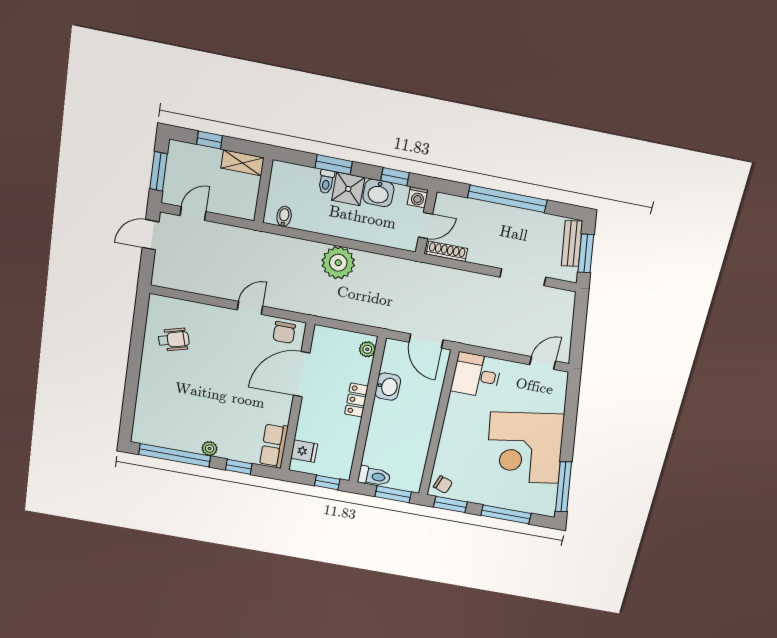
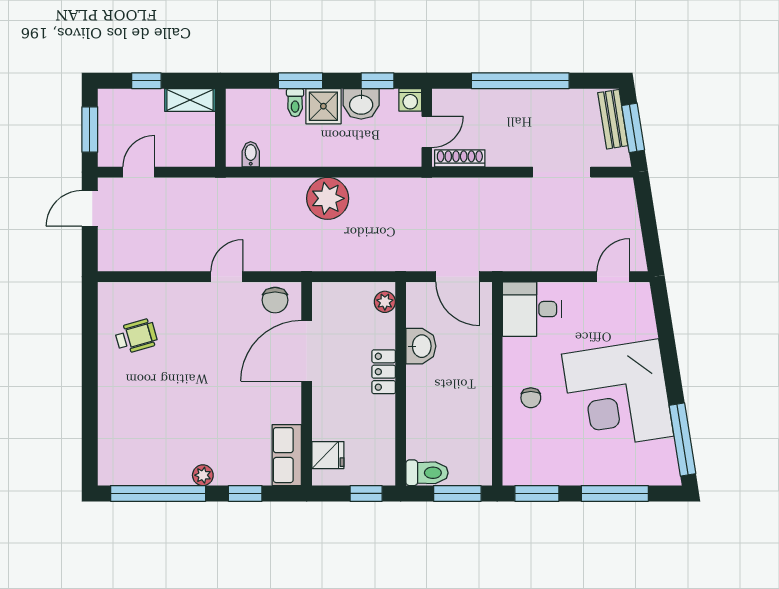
chair: (443, 485) -> (531, 398), moved, turned 71

